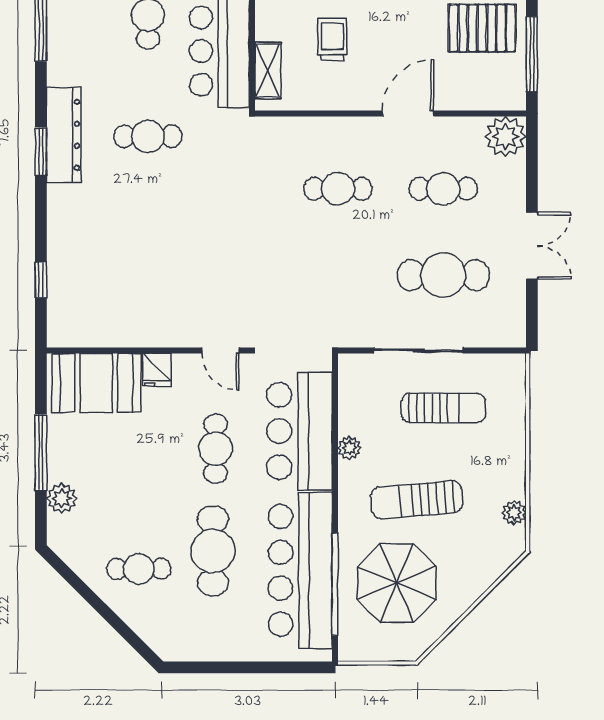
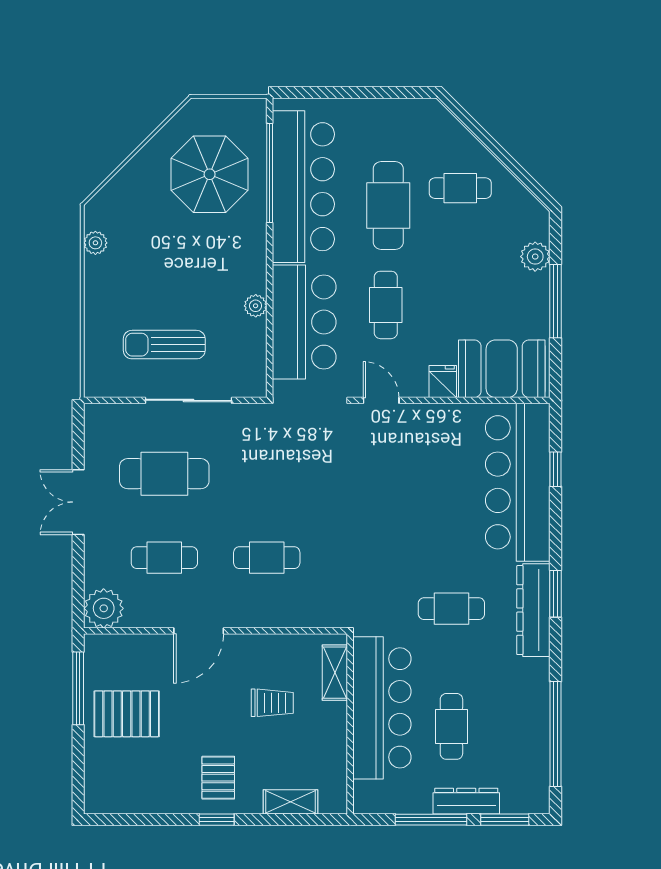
trolley: (332, 39) -> (272, 703), turned -90
bar counter: (80, 266) -> (518, 482), added
sun lounger: (417, 500) -> (190, 255), removed

